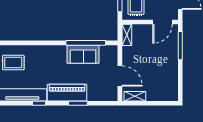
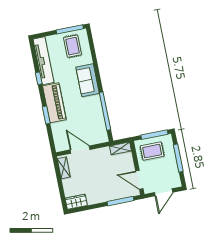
sofa: (83, 54) -> (88, 80), moved
door: (120, 76) -> (80, 150), swing flipped
wardrobe: (172, 91) -> (76, 202), added

